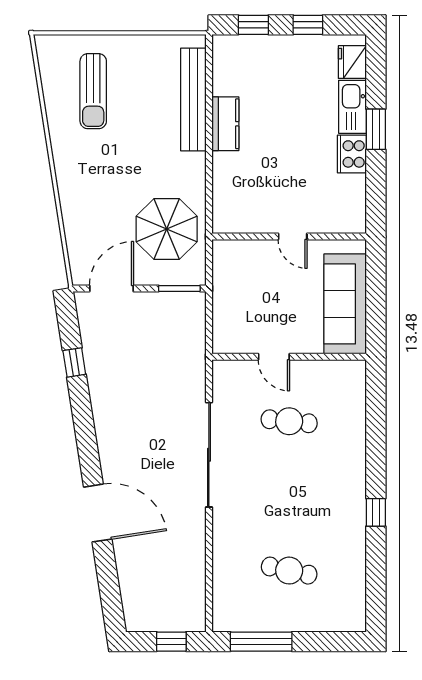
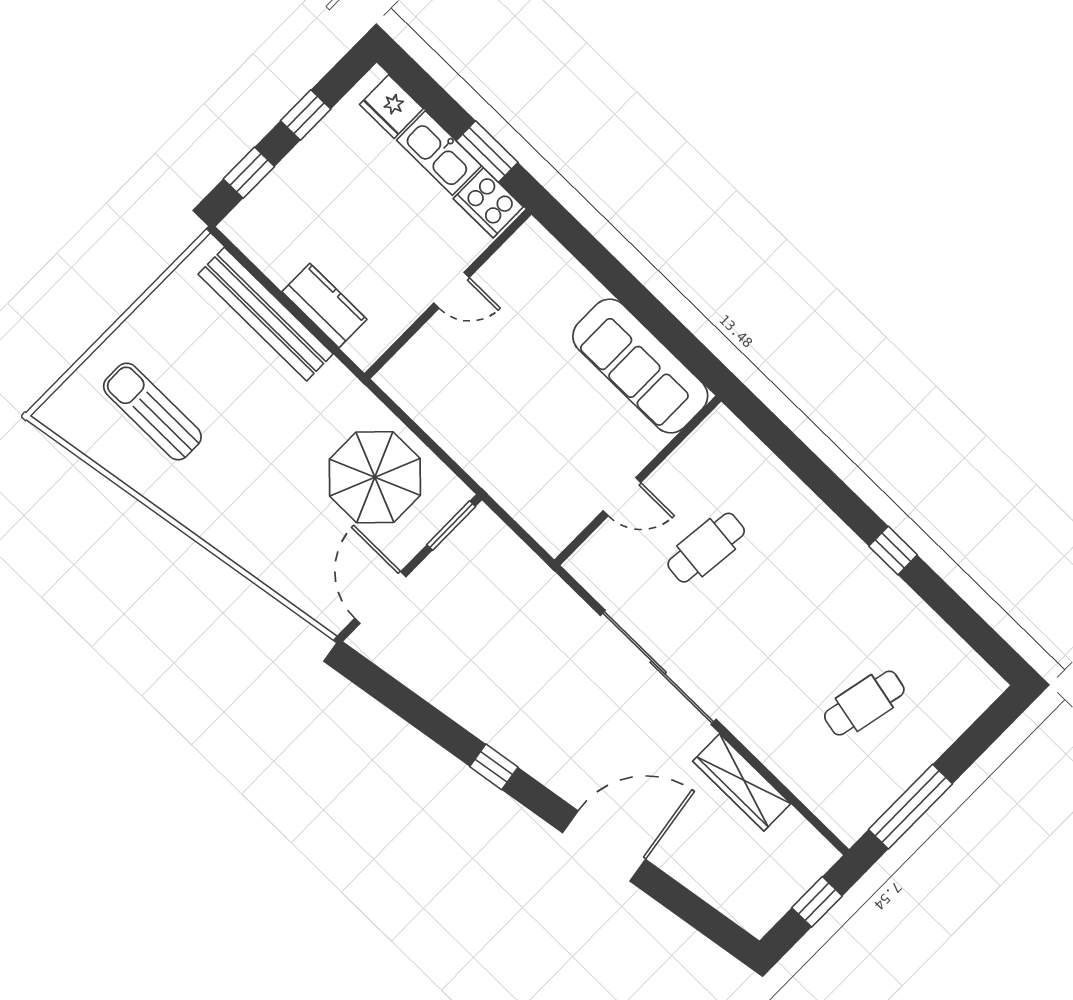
sun lounger: (93, 91) -> (152, 411), turned 180
wall: (289, 237) -> (448, 294), moved
door: (293, 237) -> (451, 290), moved
window: (74, 362) -> (494, 767), moved
wardrobe: (193, 549) -> (742, 782), added

